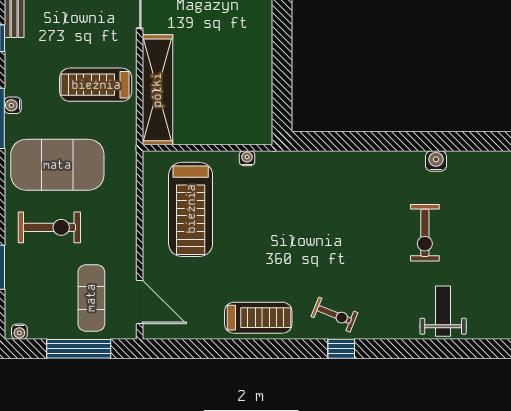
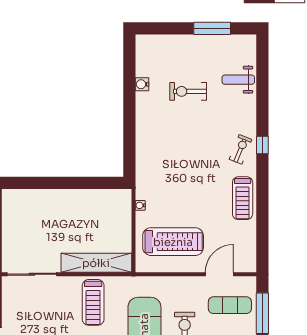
exercise bike: (425, 233) -> (188, 91), turned 180
door: (140, 302) -> (219, 274), moved
treadmill: (258, 318) -> (243, 198), turned 180

